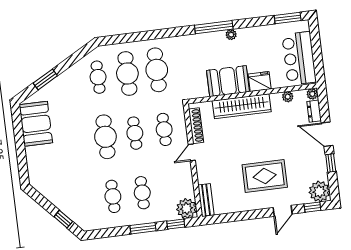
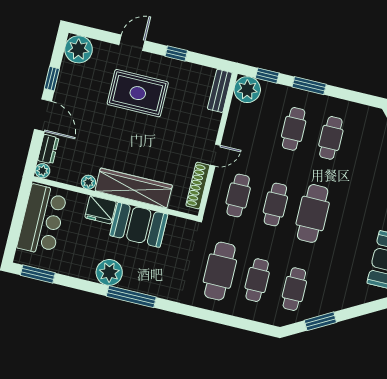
plant: (231, 35) -> (109, 272), width x1.88, depth x1.88
cafe table: (127, 73) -> (257, 280), width x0.73, depth x0.74
window: (45, 79) -> (320, 321), moved
plant: (288, 97) -> (88, 182), moved
window: (312, 207) -> (176, 53), moved

